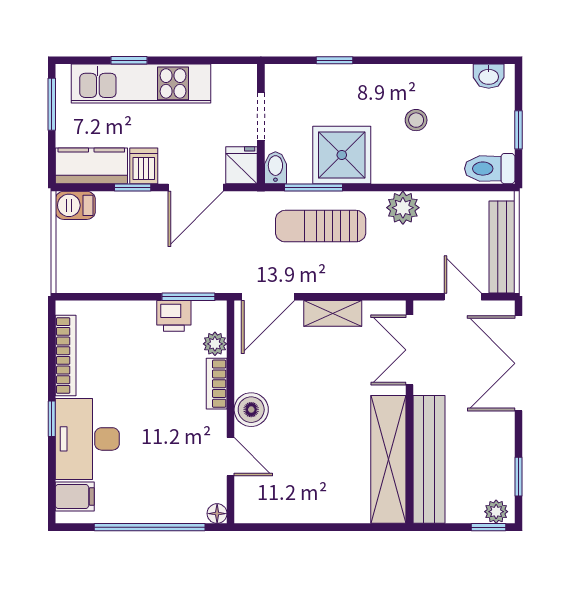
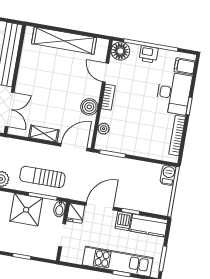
barbecue: (75, 205) -> (168, 175), moved, turned -90
sun lounger: (321, 226) -> (42, 177), turned 180
printer: (174, 316) -> (149, 54), moved, turned 180
bookcase: (217, 384) -> (108, 97), moved
boiler: (251, 410) -> (89, 107), moved
shelving: (388, 459) -> (64, 41), moved, turned 90
floor lamp: (217, 514) -> (120, 51), width x1.89, depth x1.89

